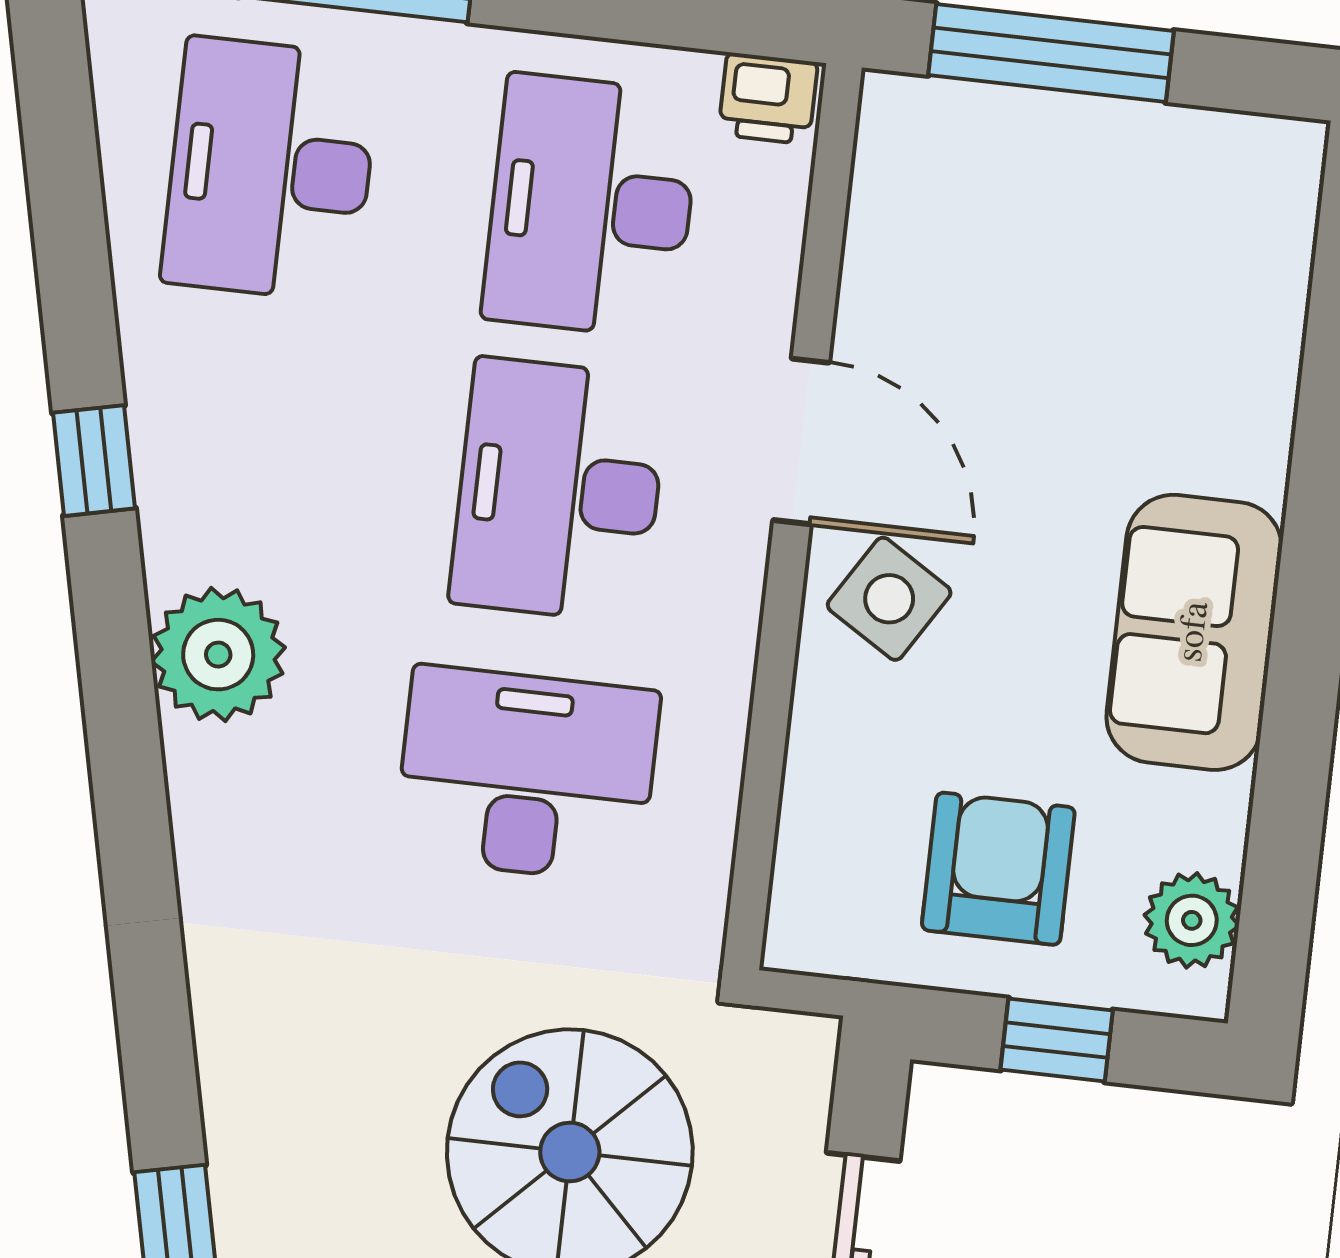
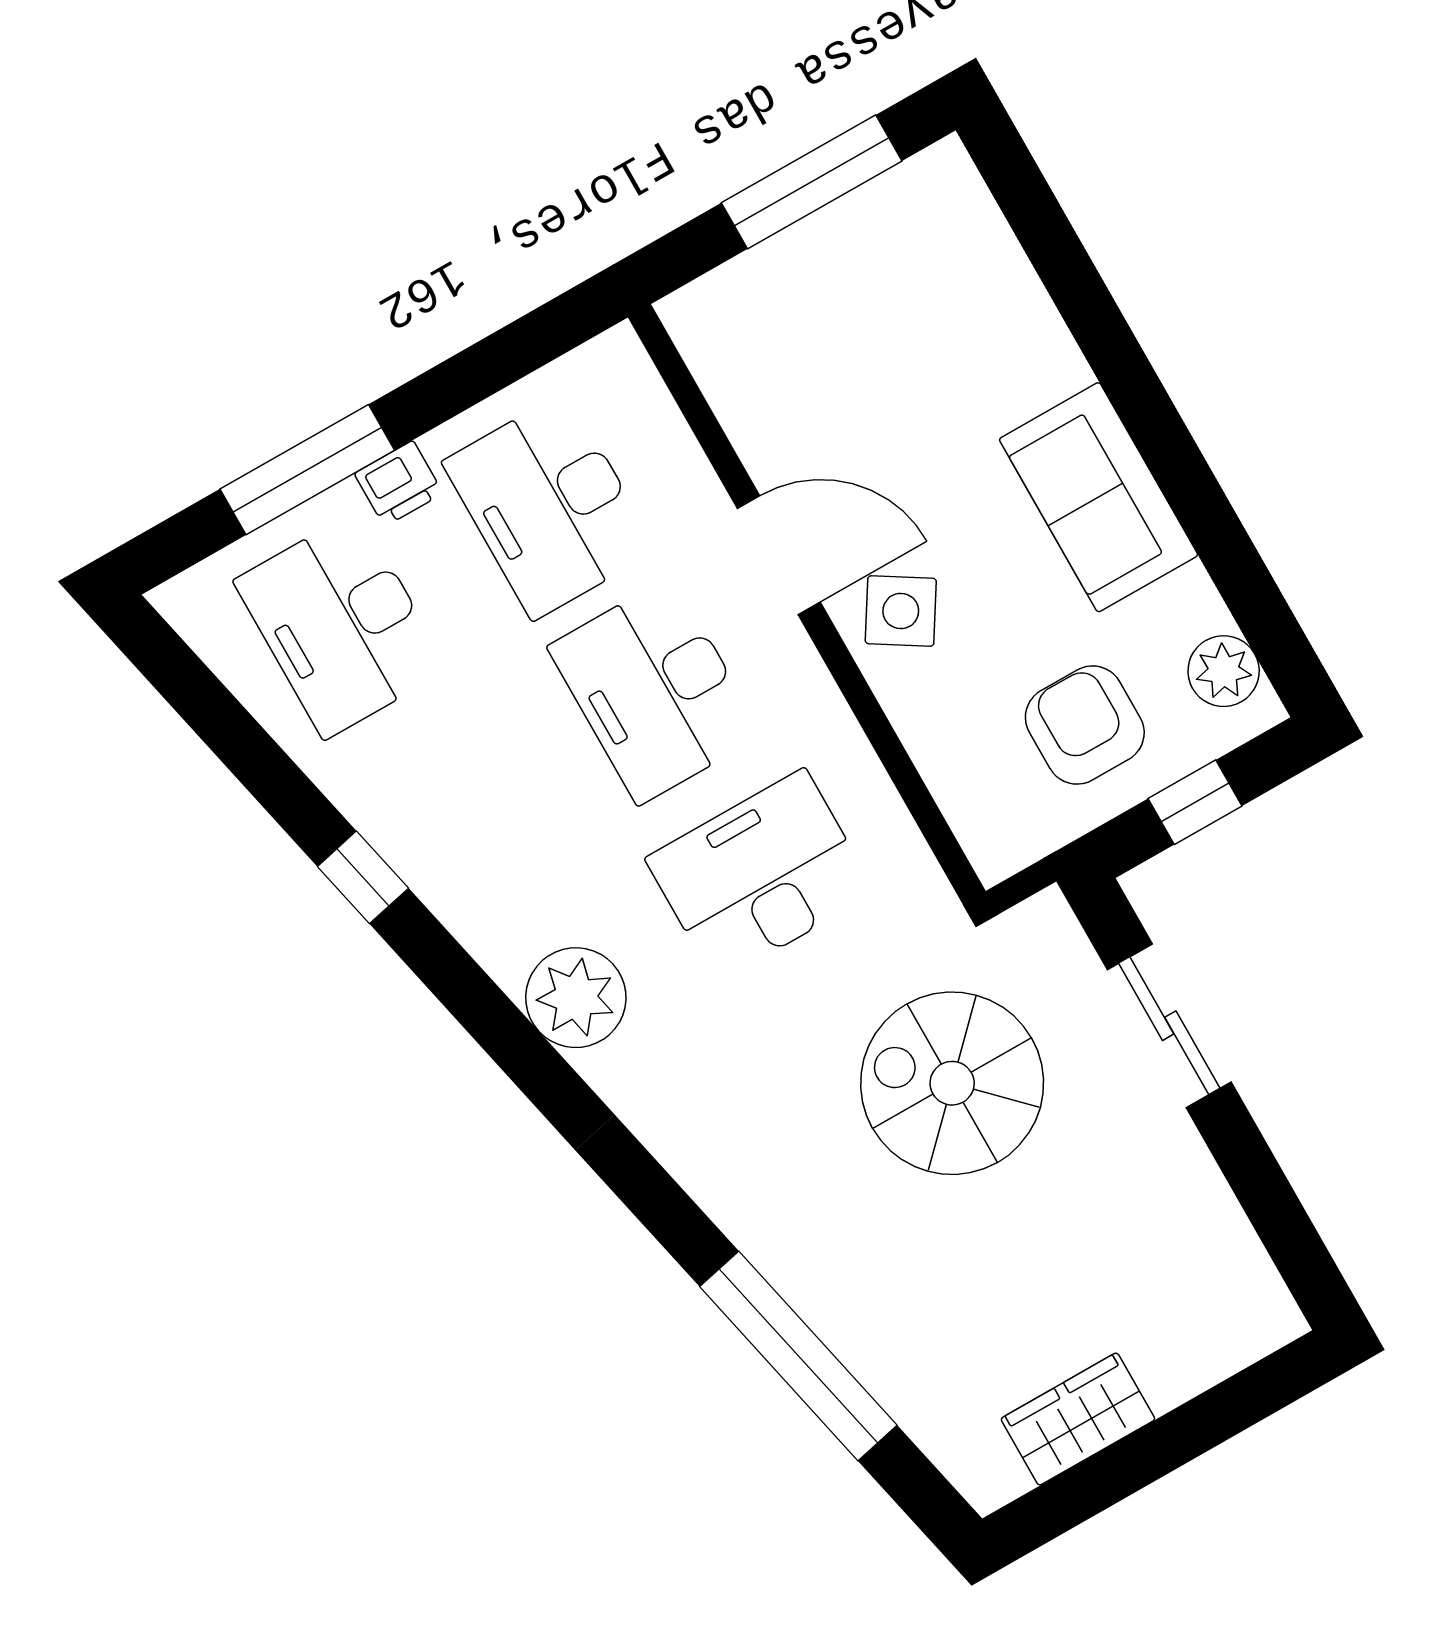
window: (1051, 53) -> (812, 182), moved
printer: (768, 98) -> (399, 484), moved
plant: (218, 655) -> (576, 998), moved

